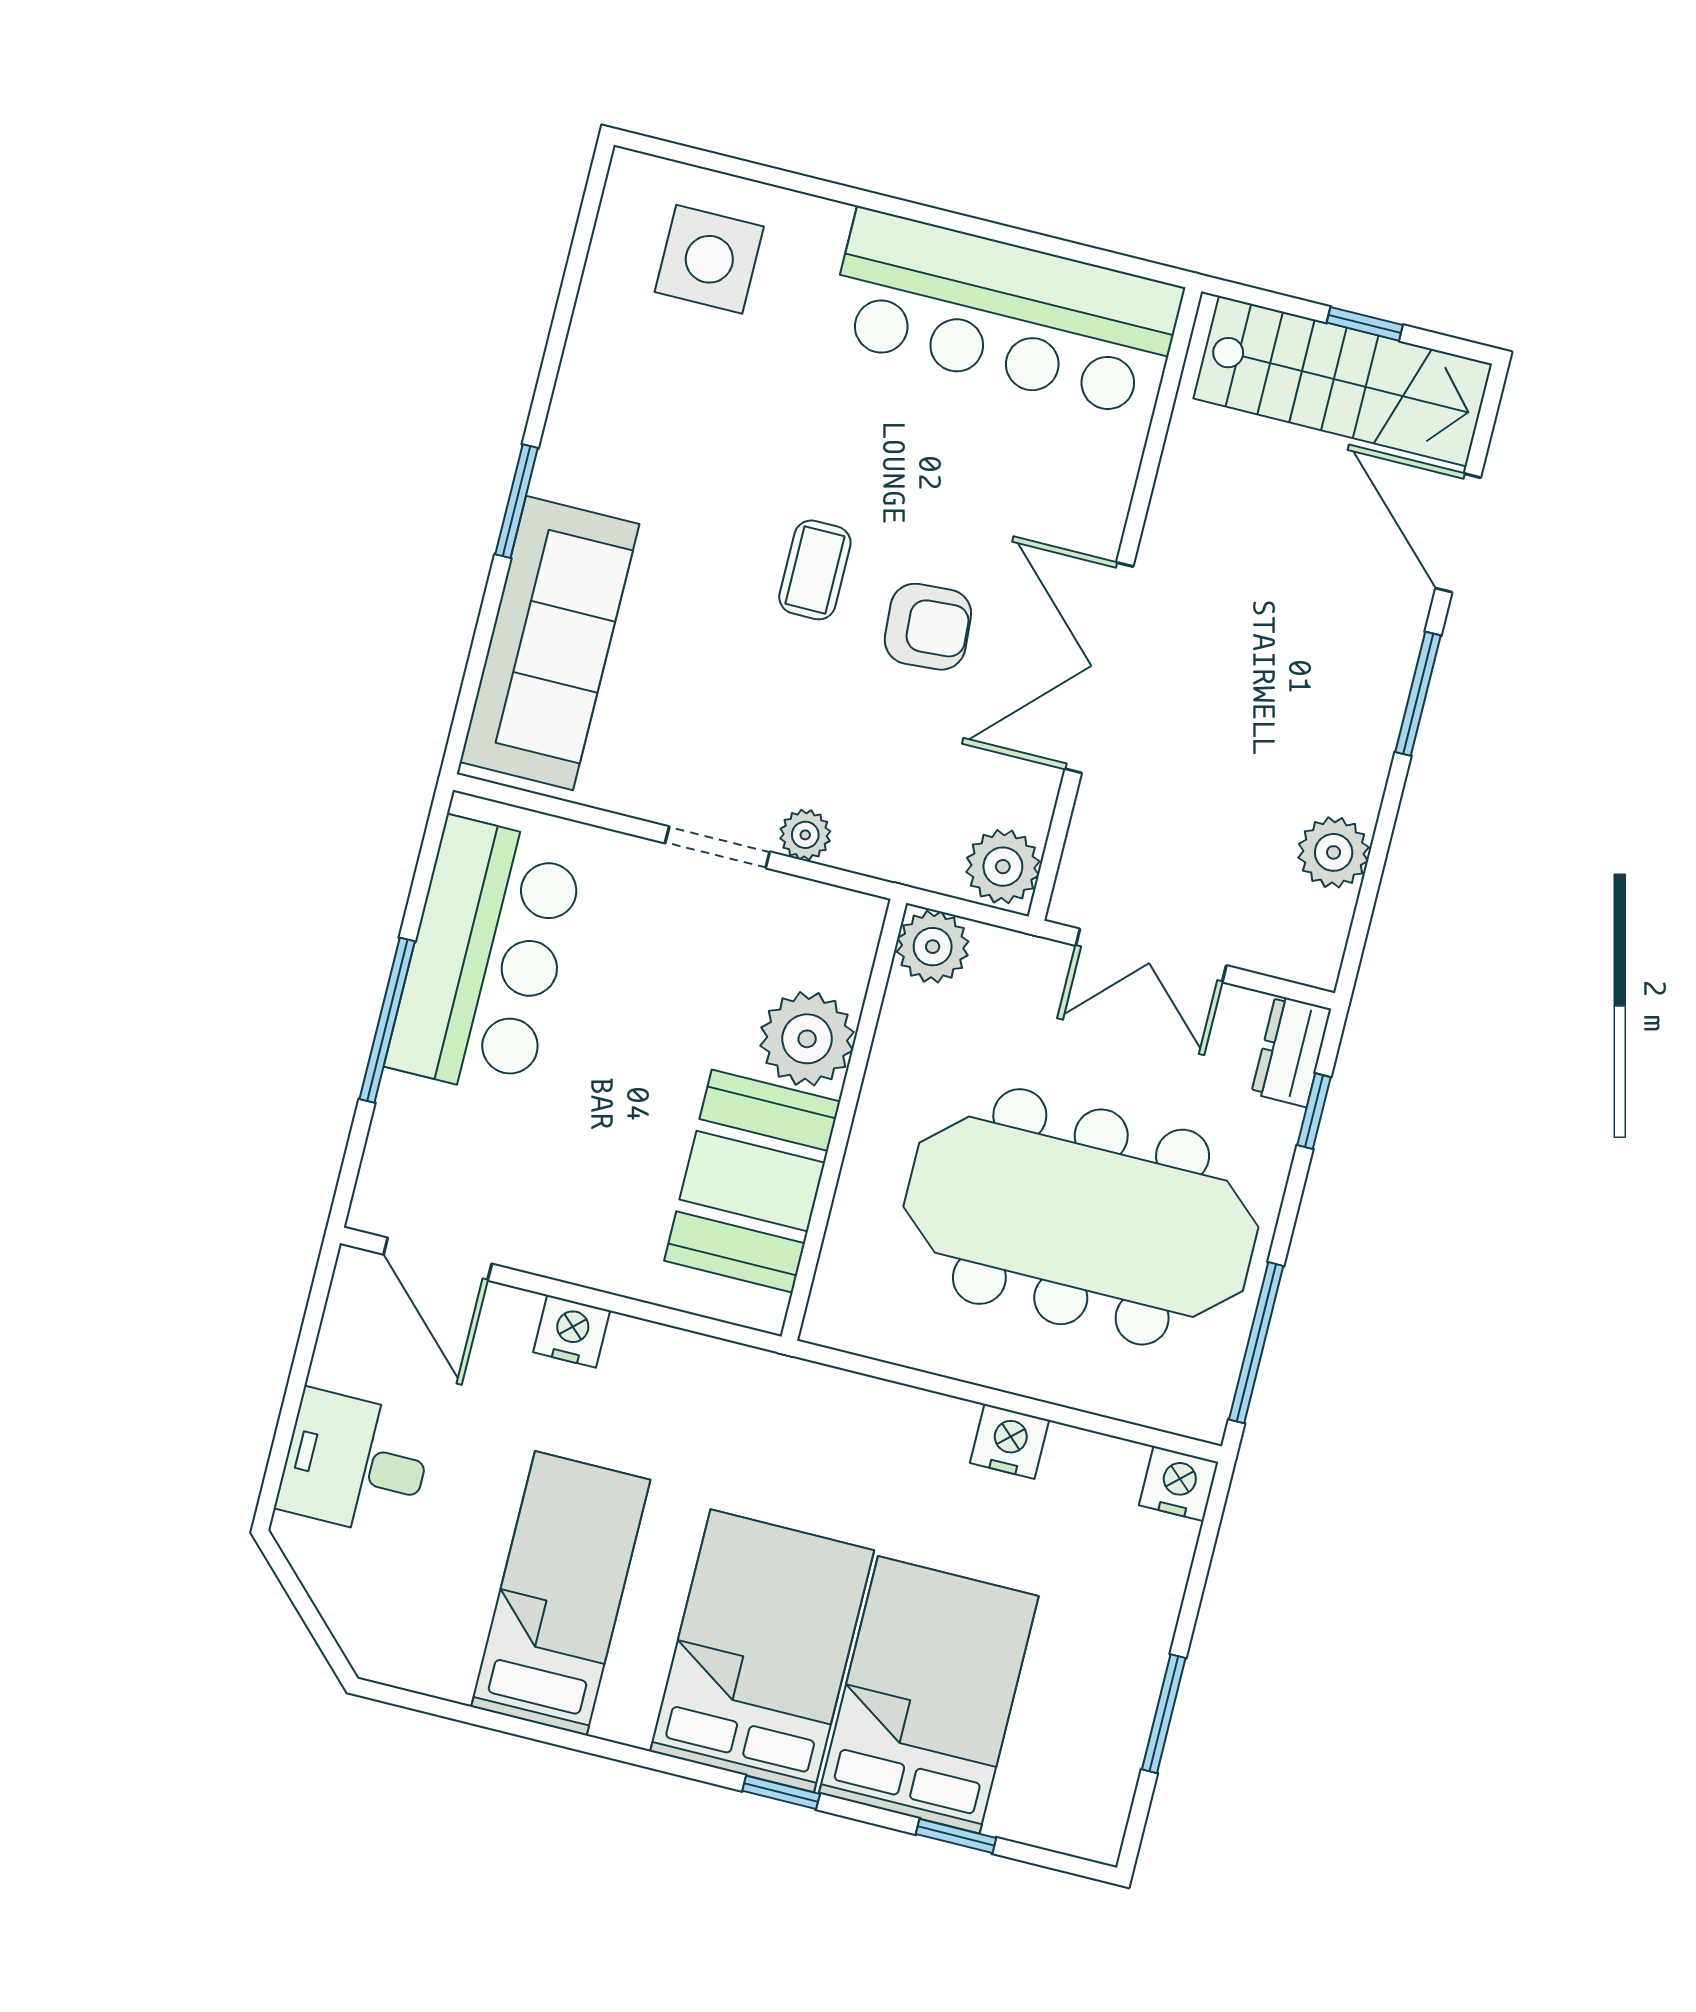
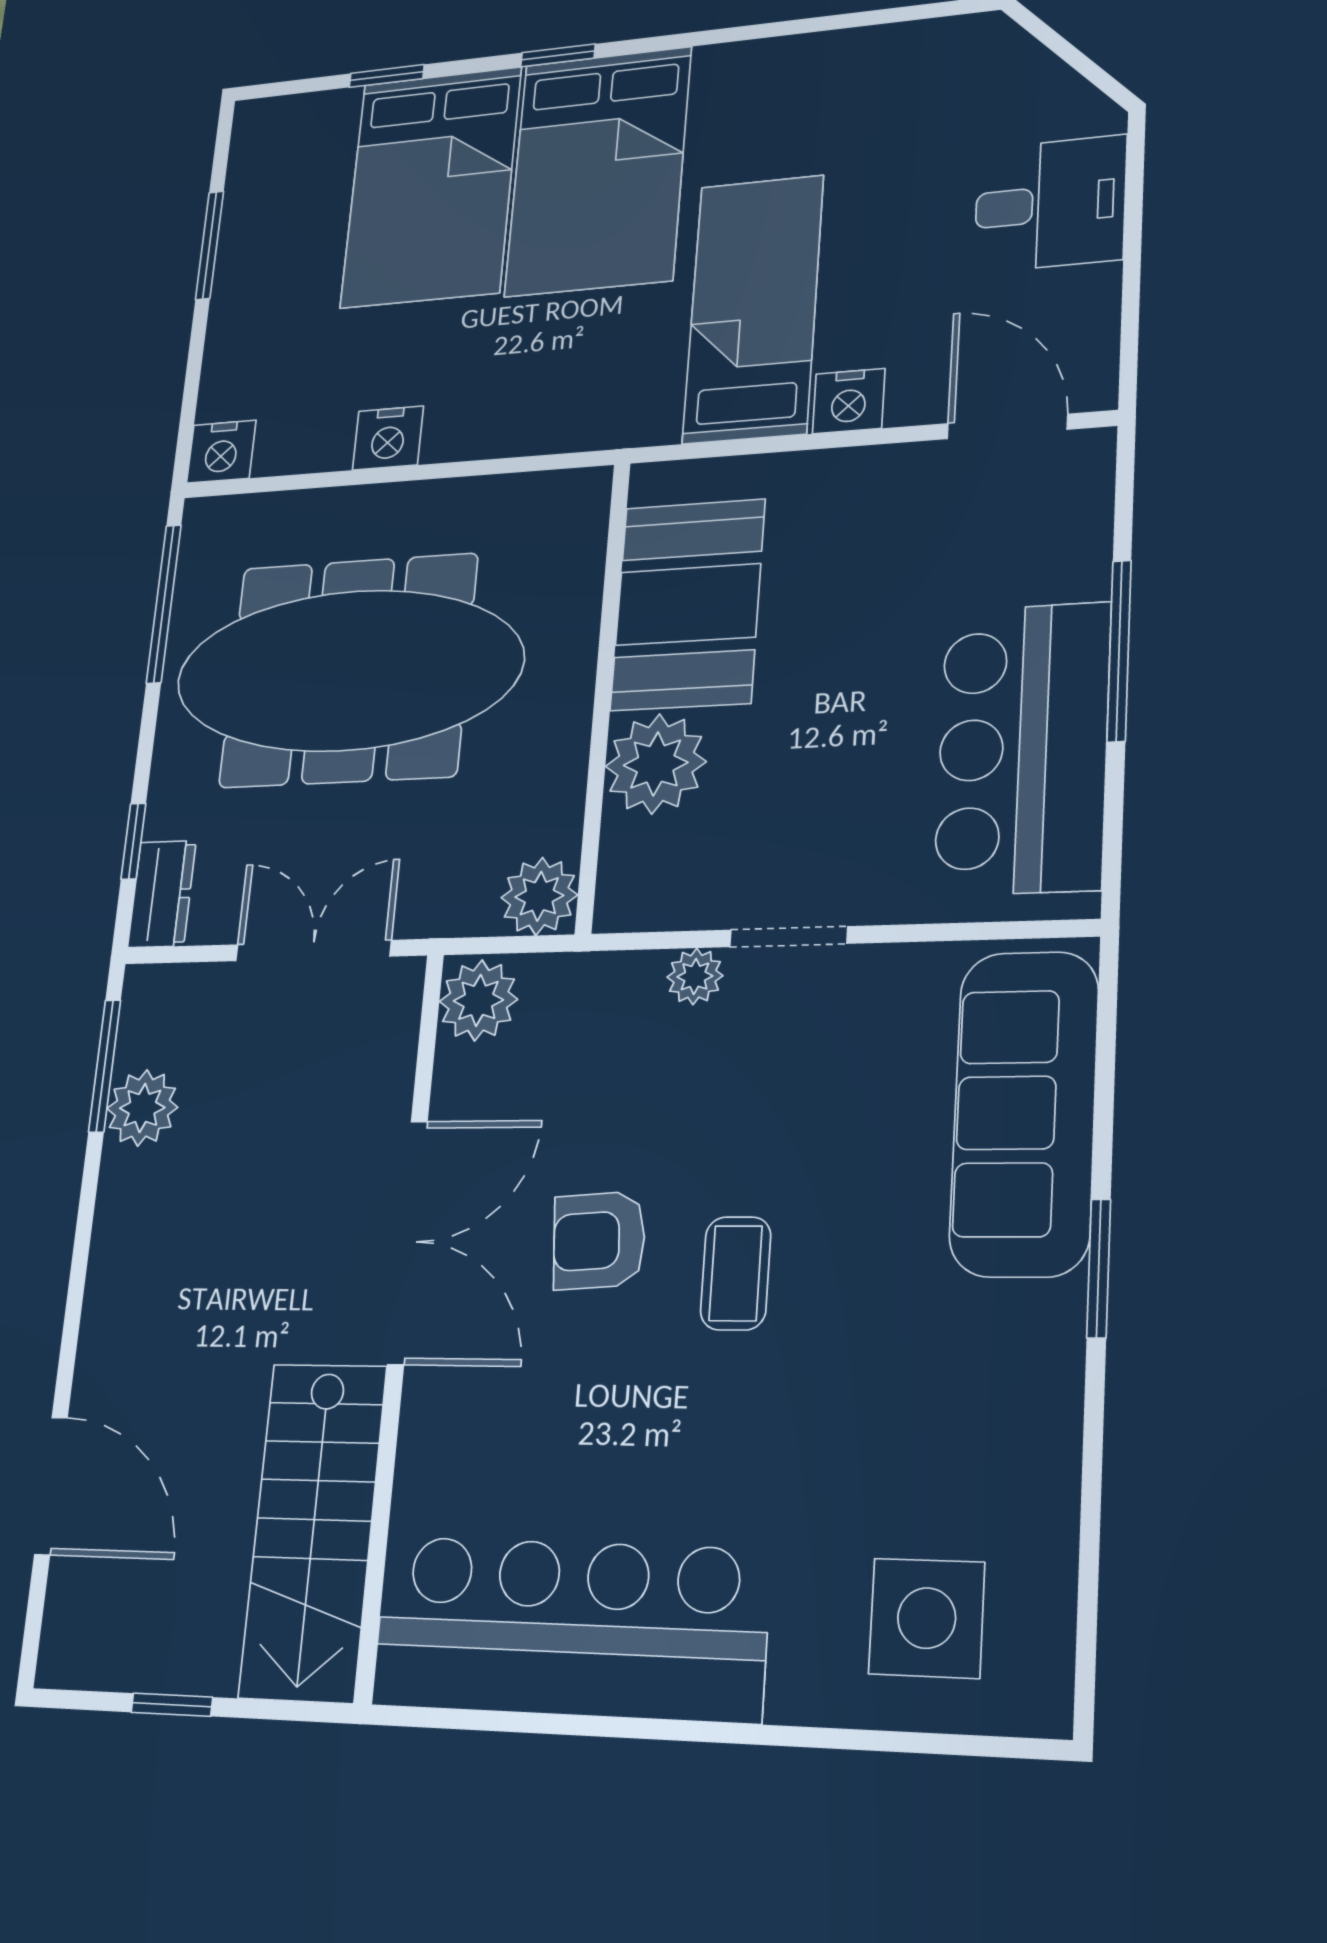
stairs: (1343, 381) -> (313, 1531), moved, turned -90
window: (1418, 694) -> (105, 1066), moved
bed: (561, 1593) -> (753, 309), moved, turned 180

